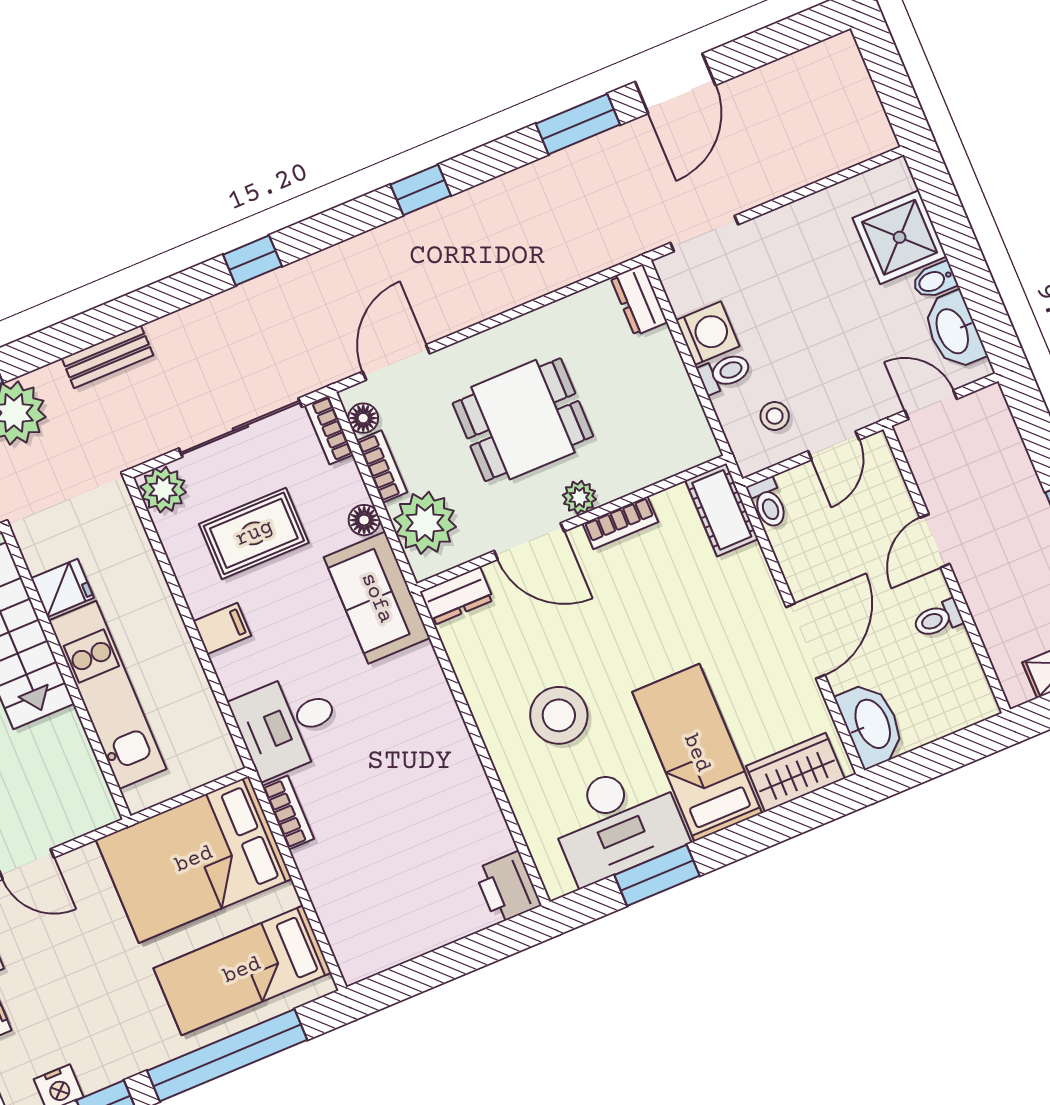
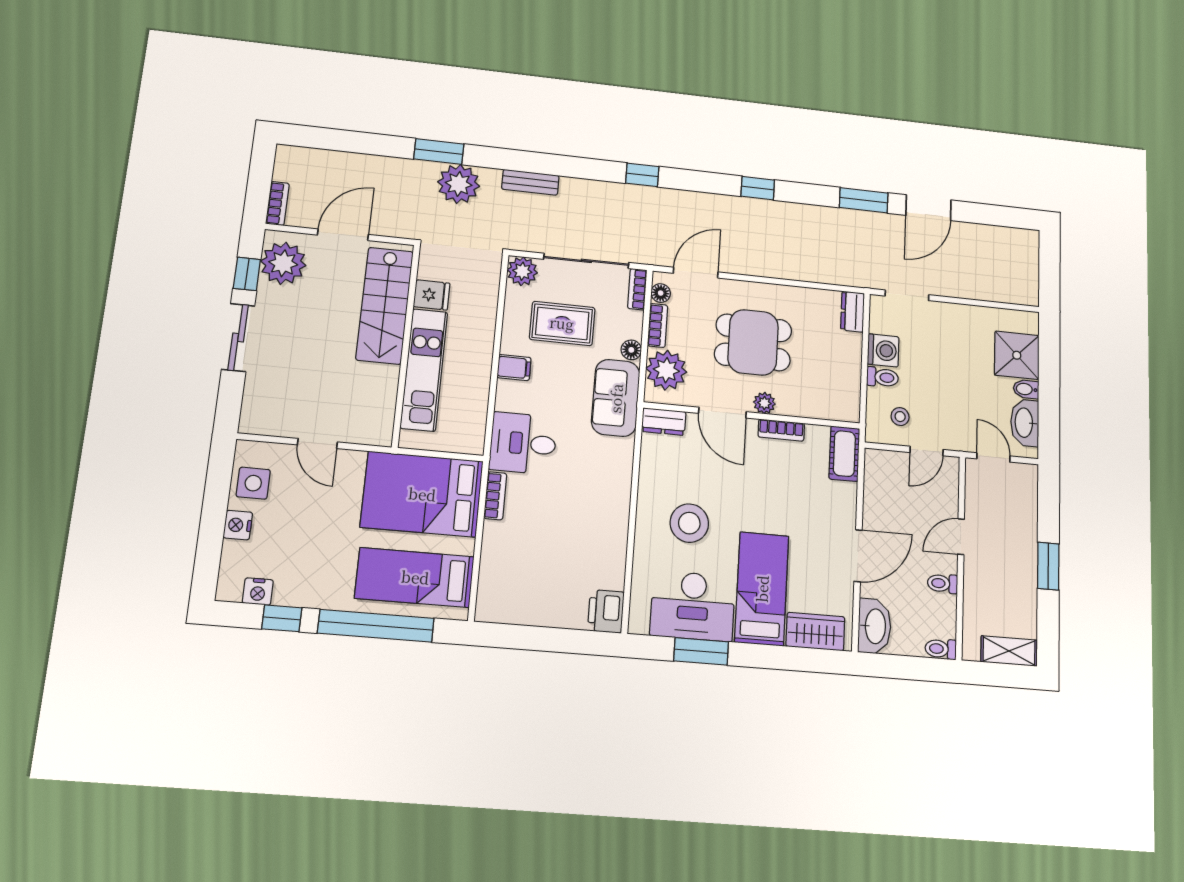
toilet: (768, 503) -> (941, 649), moved, turned 90

